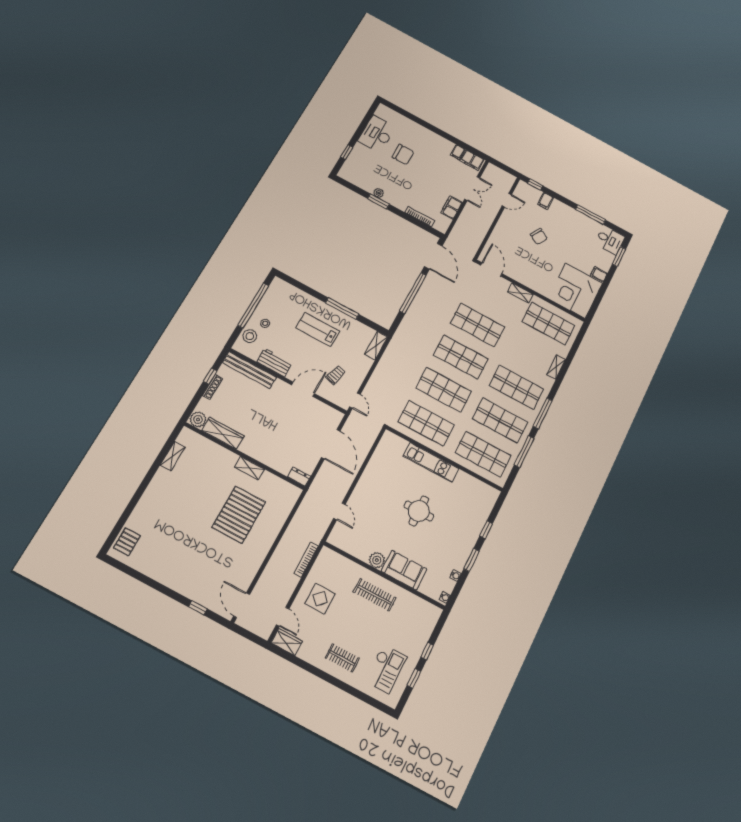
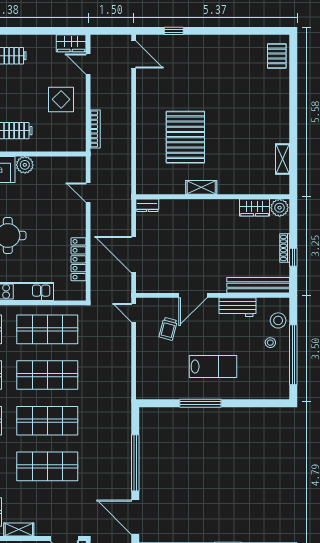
shelving: (376, 346) -> (143, 383), removed
wardrobe: (223, 433) -> (255, 207), width x0.67
locker: (375, 463) -> (78, 259), added

